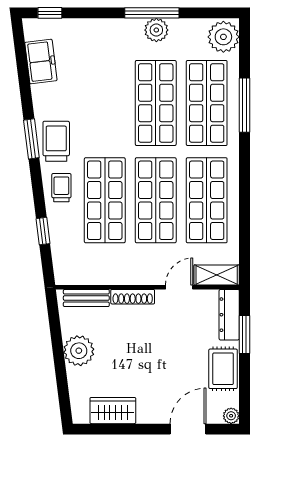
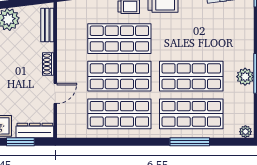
plant: (223, 37) -> (245, 132), width x0.53, depth x0.53
shelving: (217, 275) -> (64, 121), removed
door: (179, 287) -> (55, 94), hinge flipped
shoe rack: (133, 297) -> (48, 64), width x0.70

